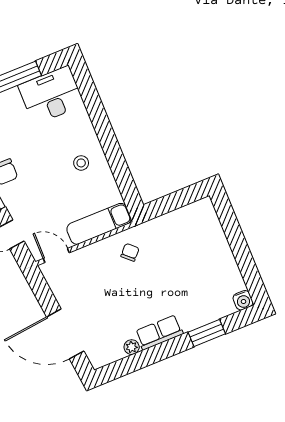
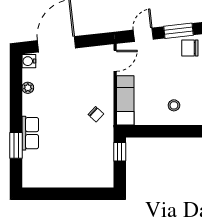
window: (163, 205) -> (120, 152), added
water cooler: (243, 300) -> (29, 61), moved
row of seats: (159, 332) -> (30, 133), moved

